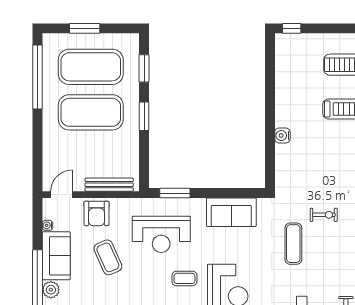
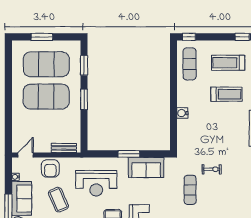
exercise mat: (293, 66) -> (190, 64), added
window: (37, 77) -> (8, 72), removed
bench: (109, 185) -> (64, 148), width x0.73
window: (175, 193) -> (129, 154), moved

